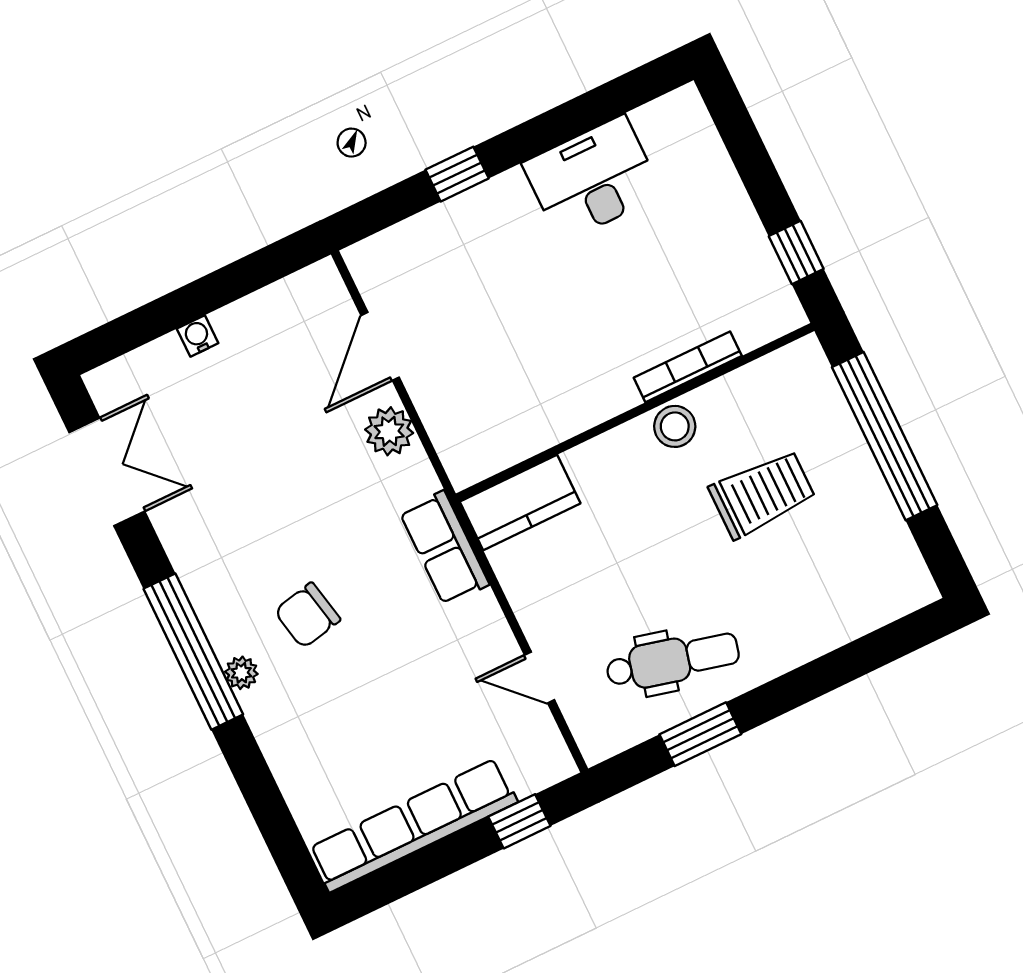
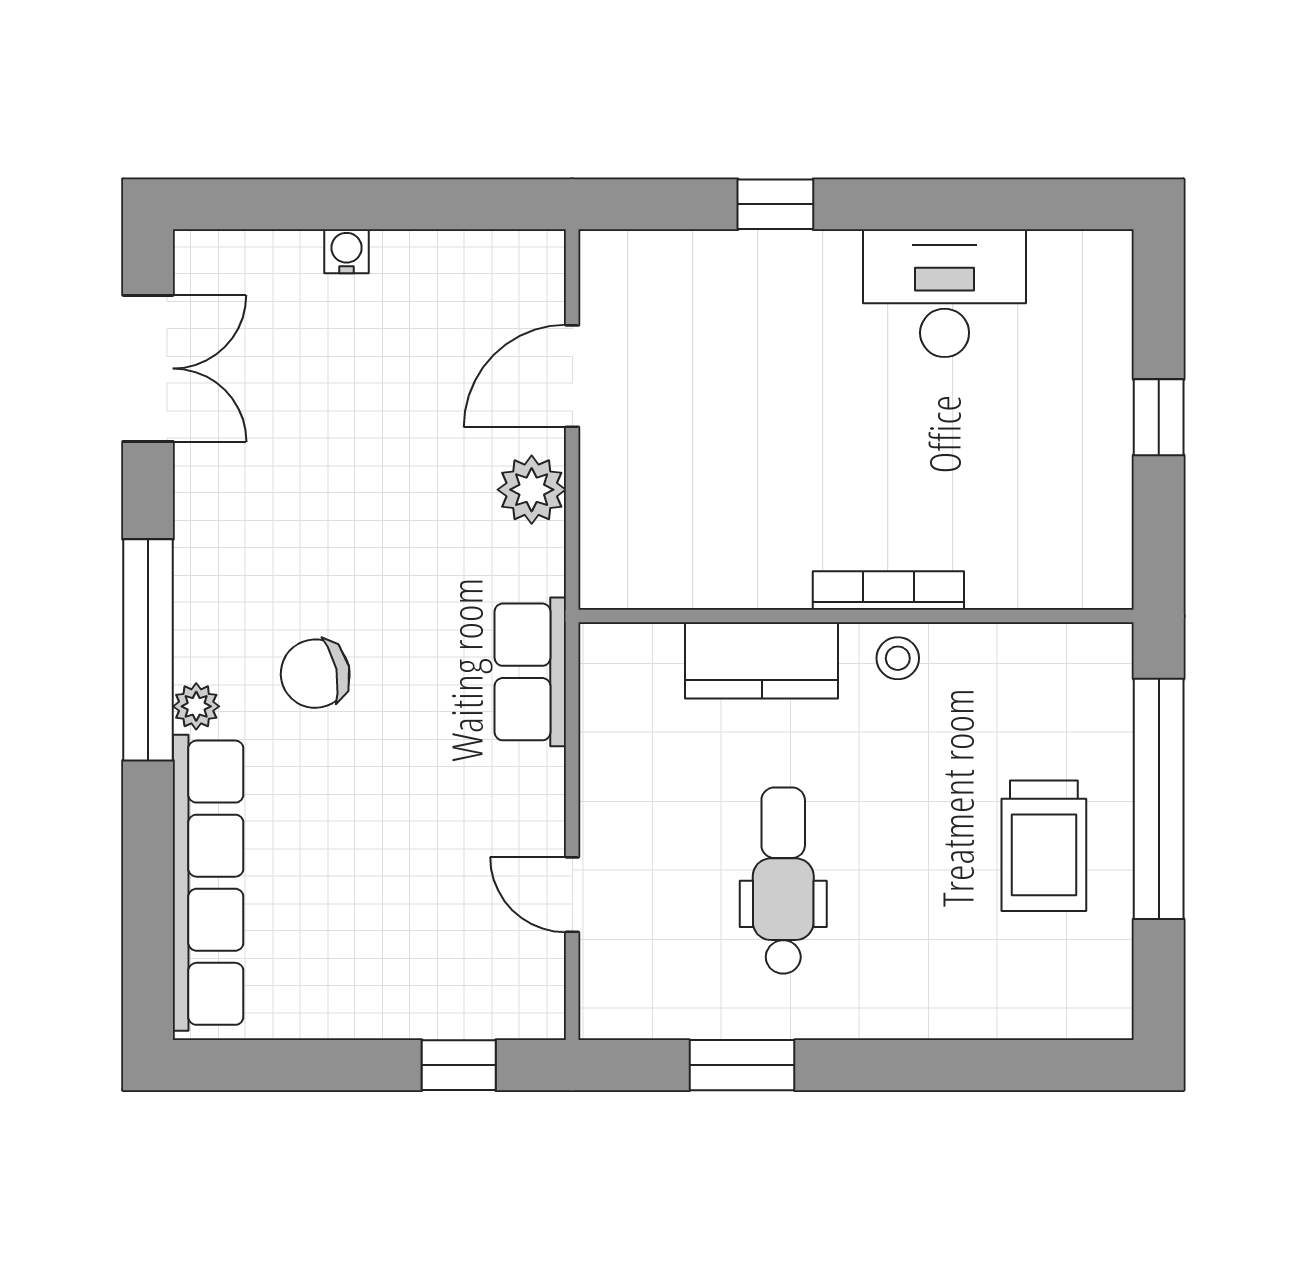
window: (796, 252) -> (1159, 417), moved
bookcase: (688, 367) -> (888, 590), moved
stool: (675, 426) -> (898, 658), width x0.73, depth x0.73
trolley: (762, 494) -> (1044, 846), moved, turned 90
kitchen counter: (520, 503) -> (762, 660), moved
dental chair: (673, 660) -> (783, 881), moved, turned -104
row of seats: (413, 825) -> (208, 883), moved, turned 90

